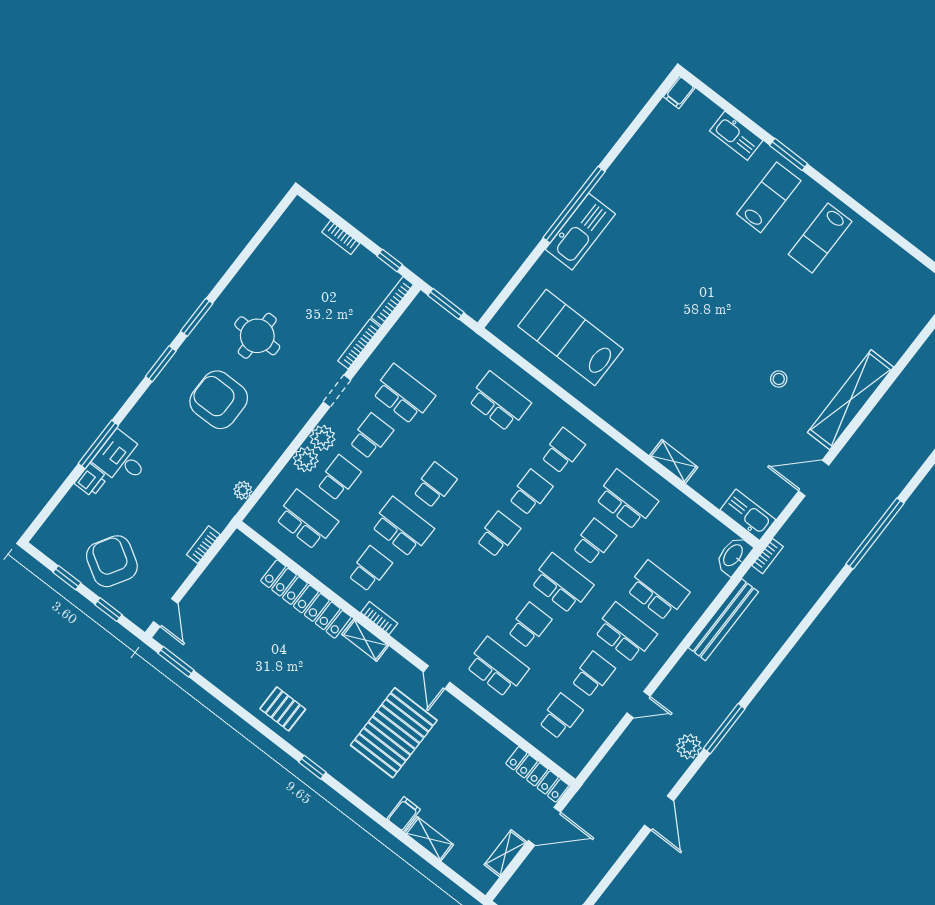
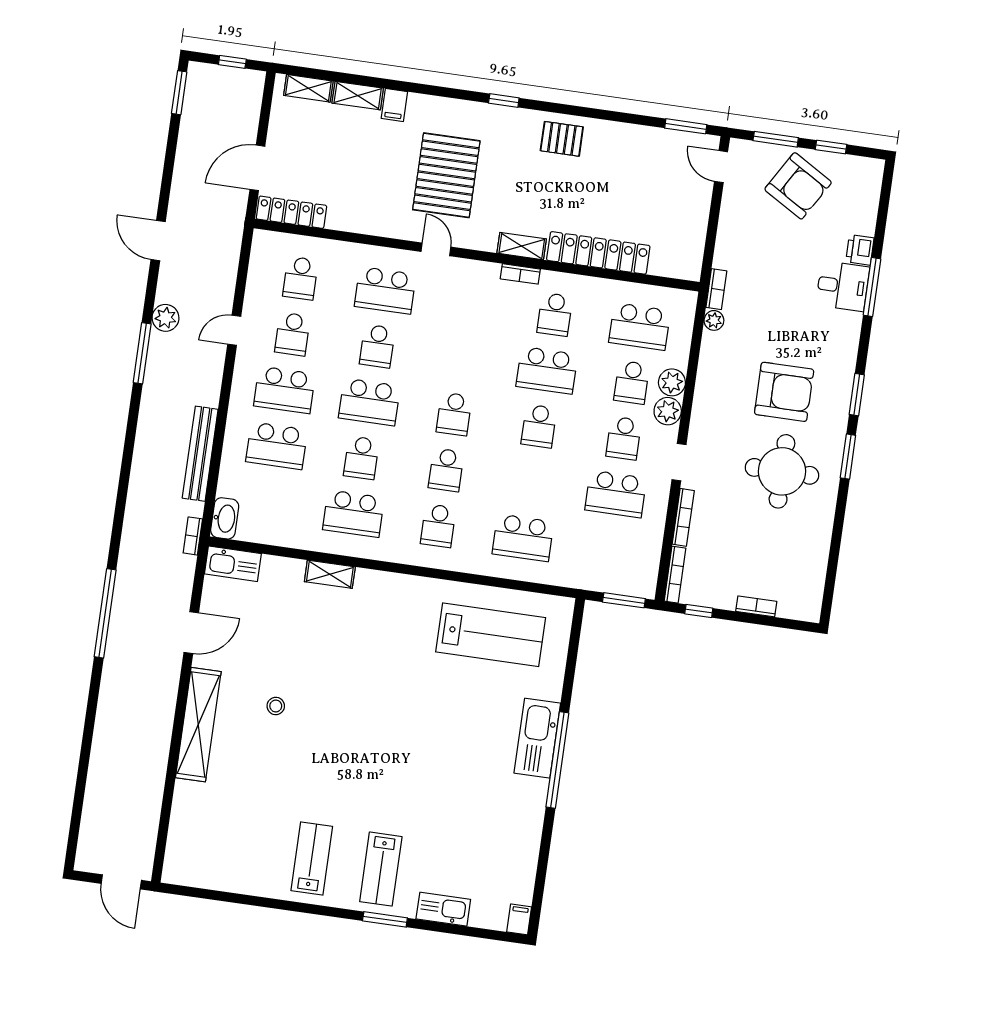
round table: (257, 336) -> (782, 471), width x1.36, depth x1.36
bookcase: (203, 545) -> (716, 289), moved
window: (108, 610) -> (776, 139), width x1.50
shelving: (505, 853) -> (308, 88), moved, turned 90

